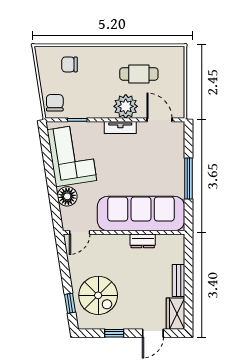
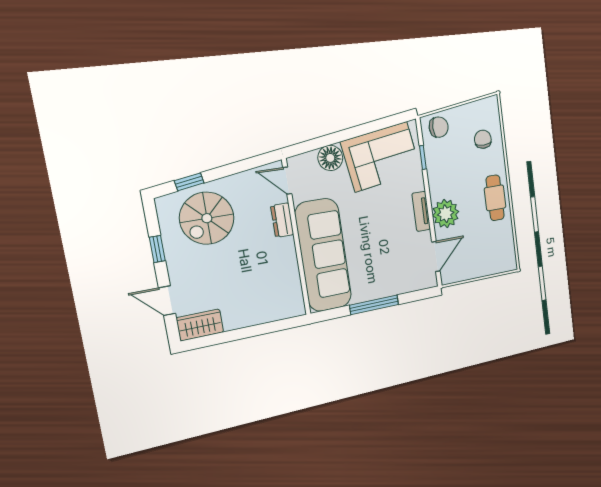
cafe table: (139, 74) -> (495, 198), moved
dresser: (143, 241) -> (282, 220), moved
bench: (178, 281) -> (245, 319), removed

